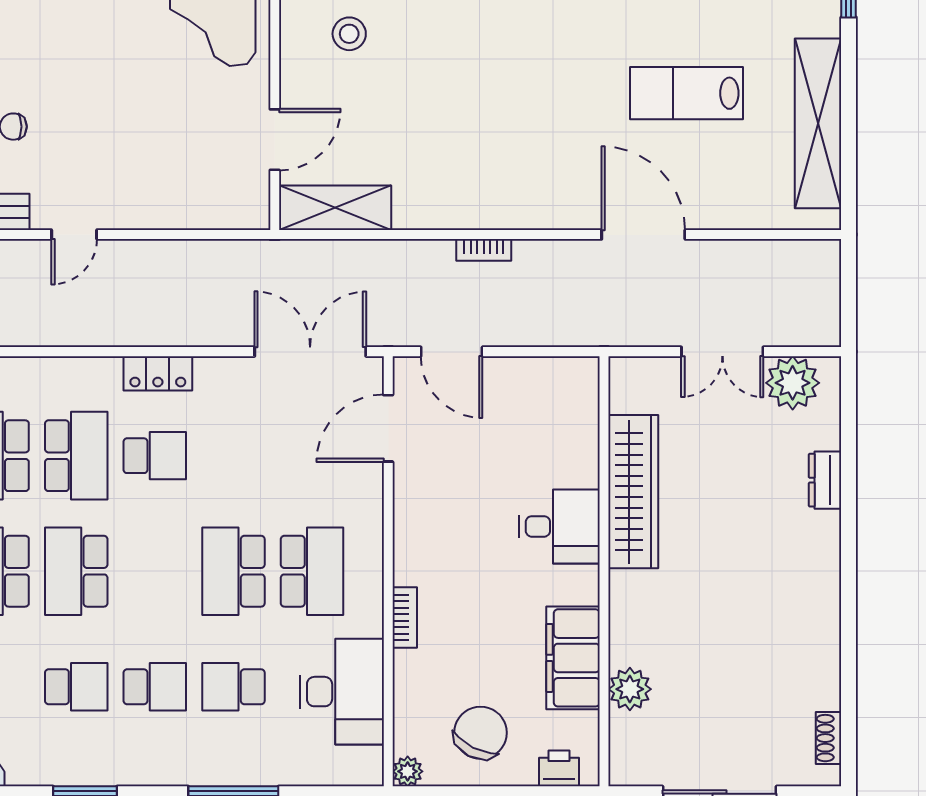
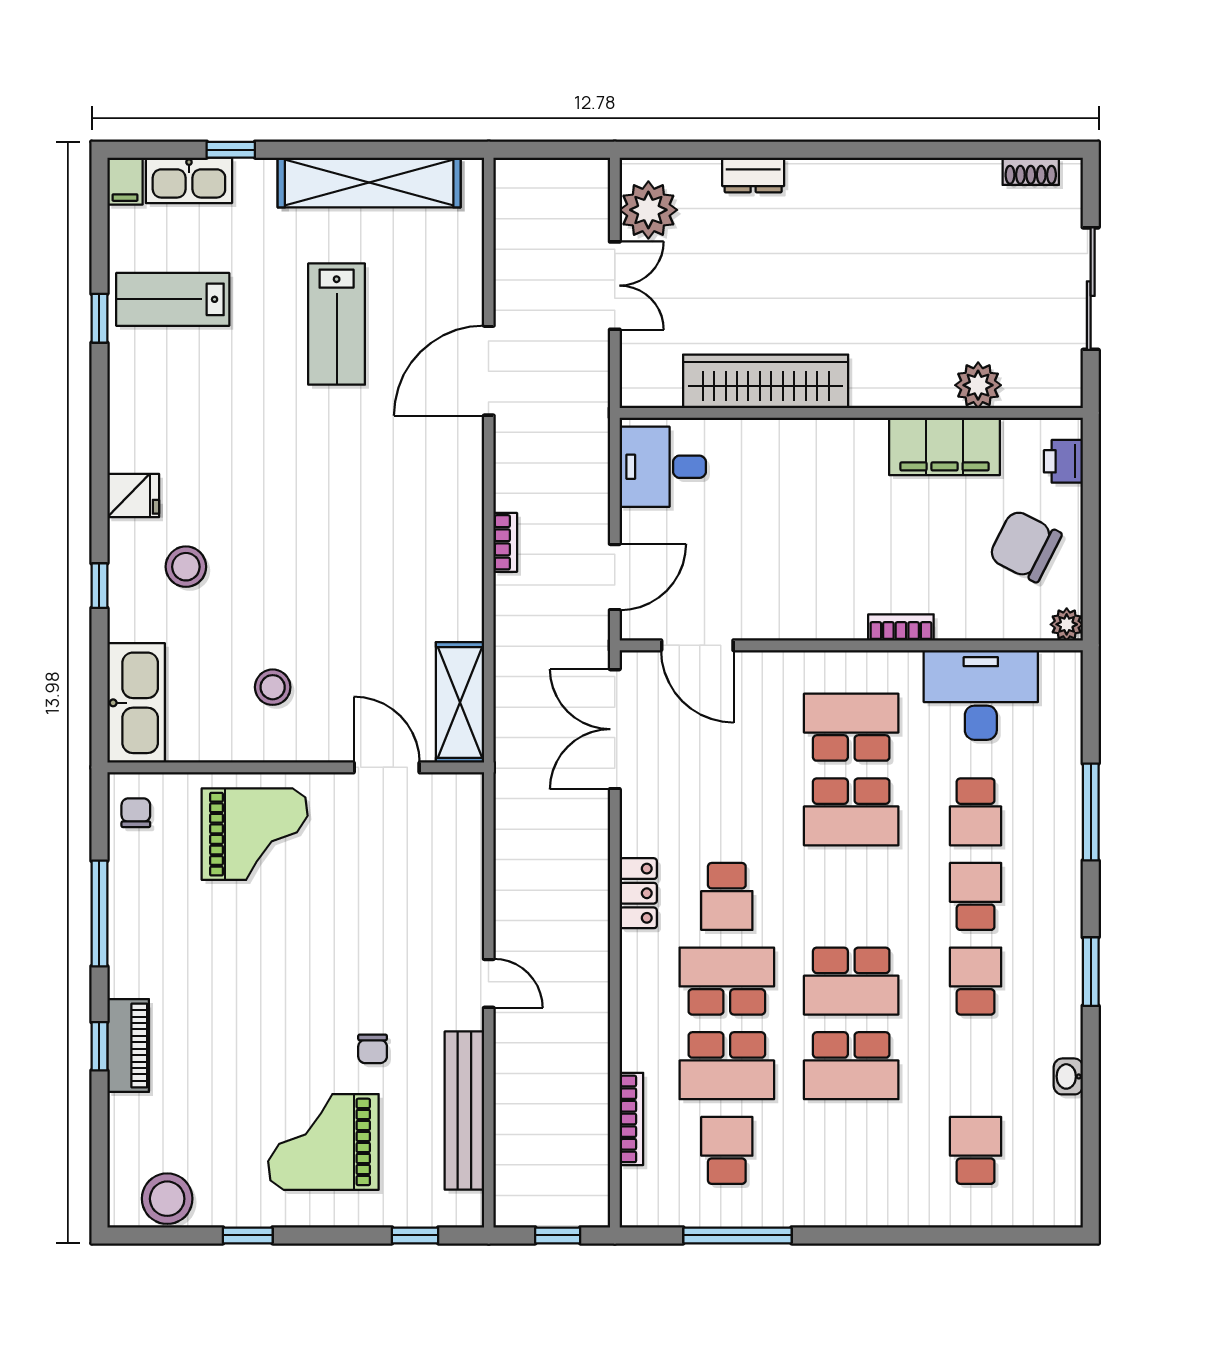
school desk: (155, 456) -> (727, 896), turned 180
desk: (560, 526) -> (663, 467), moved, turned -90

